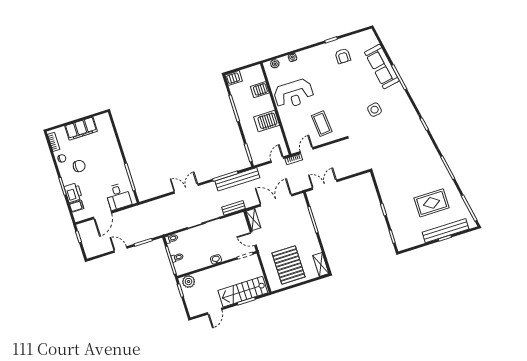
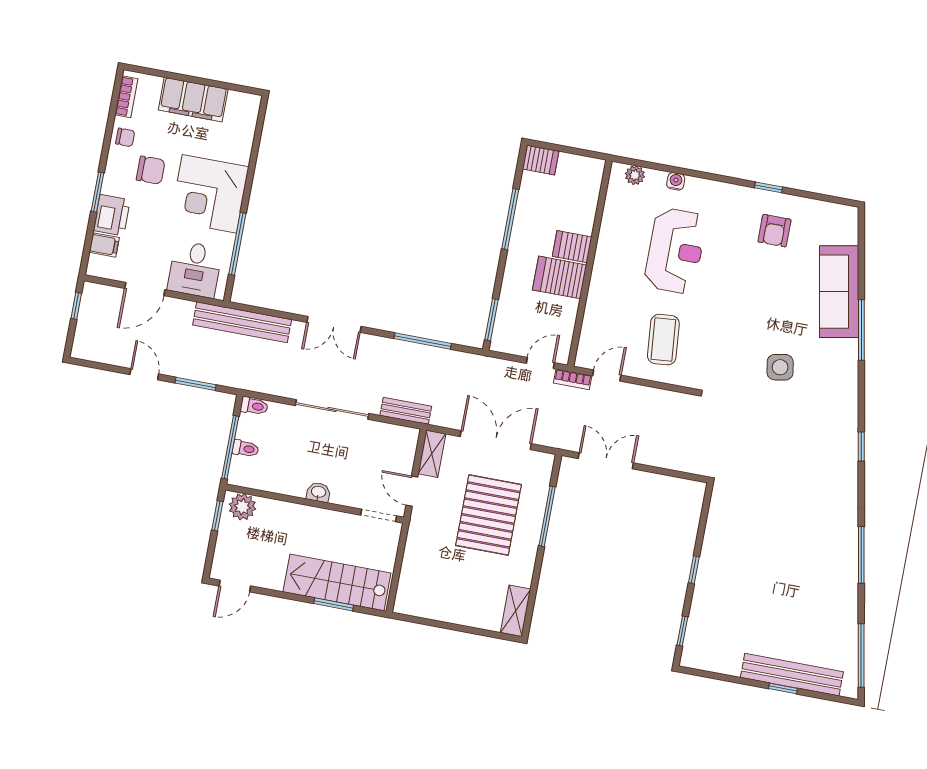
server rack: (260, 90) -> (572, 247), moved
reception desk: (294, 94) -> (675, 251), moved, turned -90
corner desk: (108, 163) -> (209, 194), added
bench: (237, 179) -> (242, 322), moved
double door: (186, 189) -> (334, 324), swing flipped
rug: (432, 203) -> (794, 607), removed
pallet: (289, 265) -> (489, 515), moved
door: (215, 311) -> (235, 586), moved

